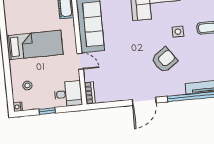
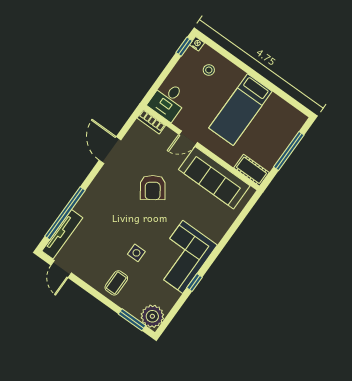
armchair: (164, 60) -> (153, 188), moved
door: (144, 101) -> (110, 150), moved
window: (47, 111) -> (184, 47), moved

